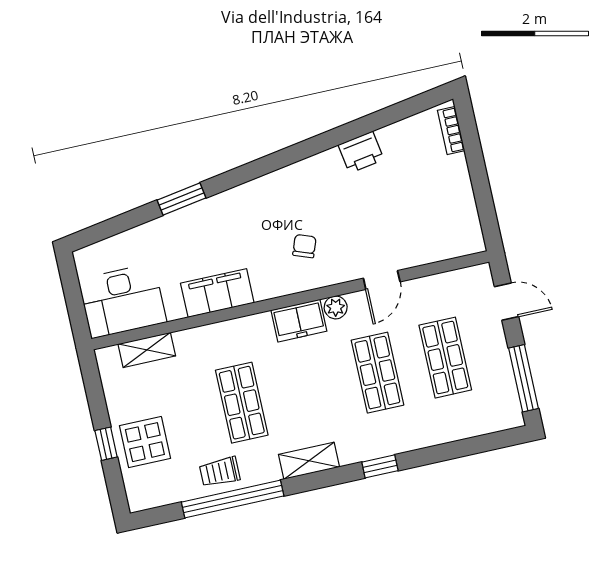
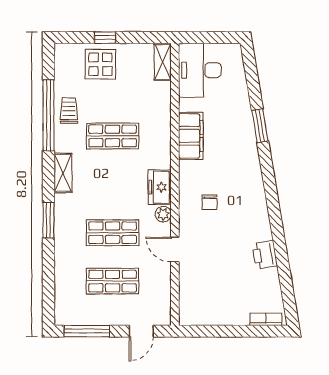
chair: (304, 246) -> (210, 202), turned 70
shelving: (147, 350) -> (163, 62), moved
window: (380, 466) -> (48, 220), width x1.50

